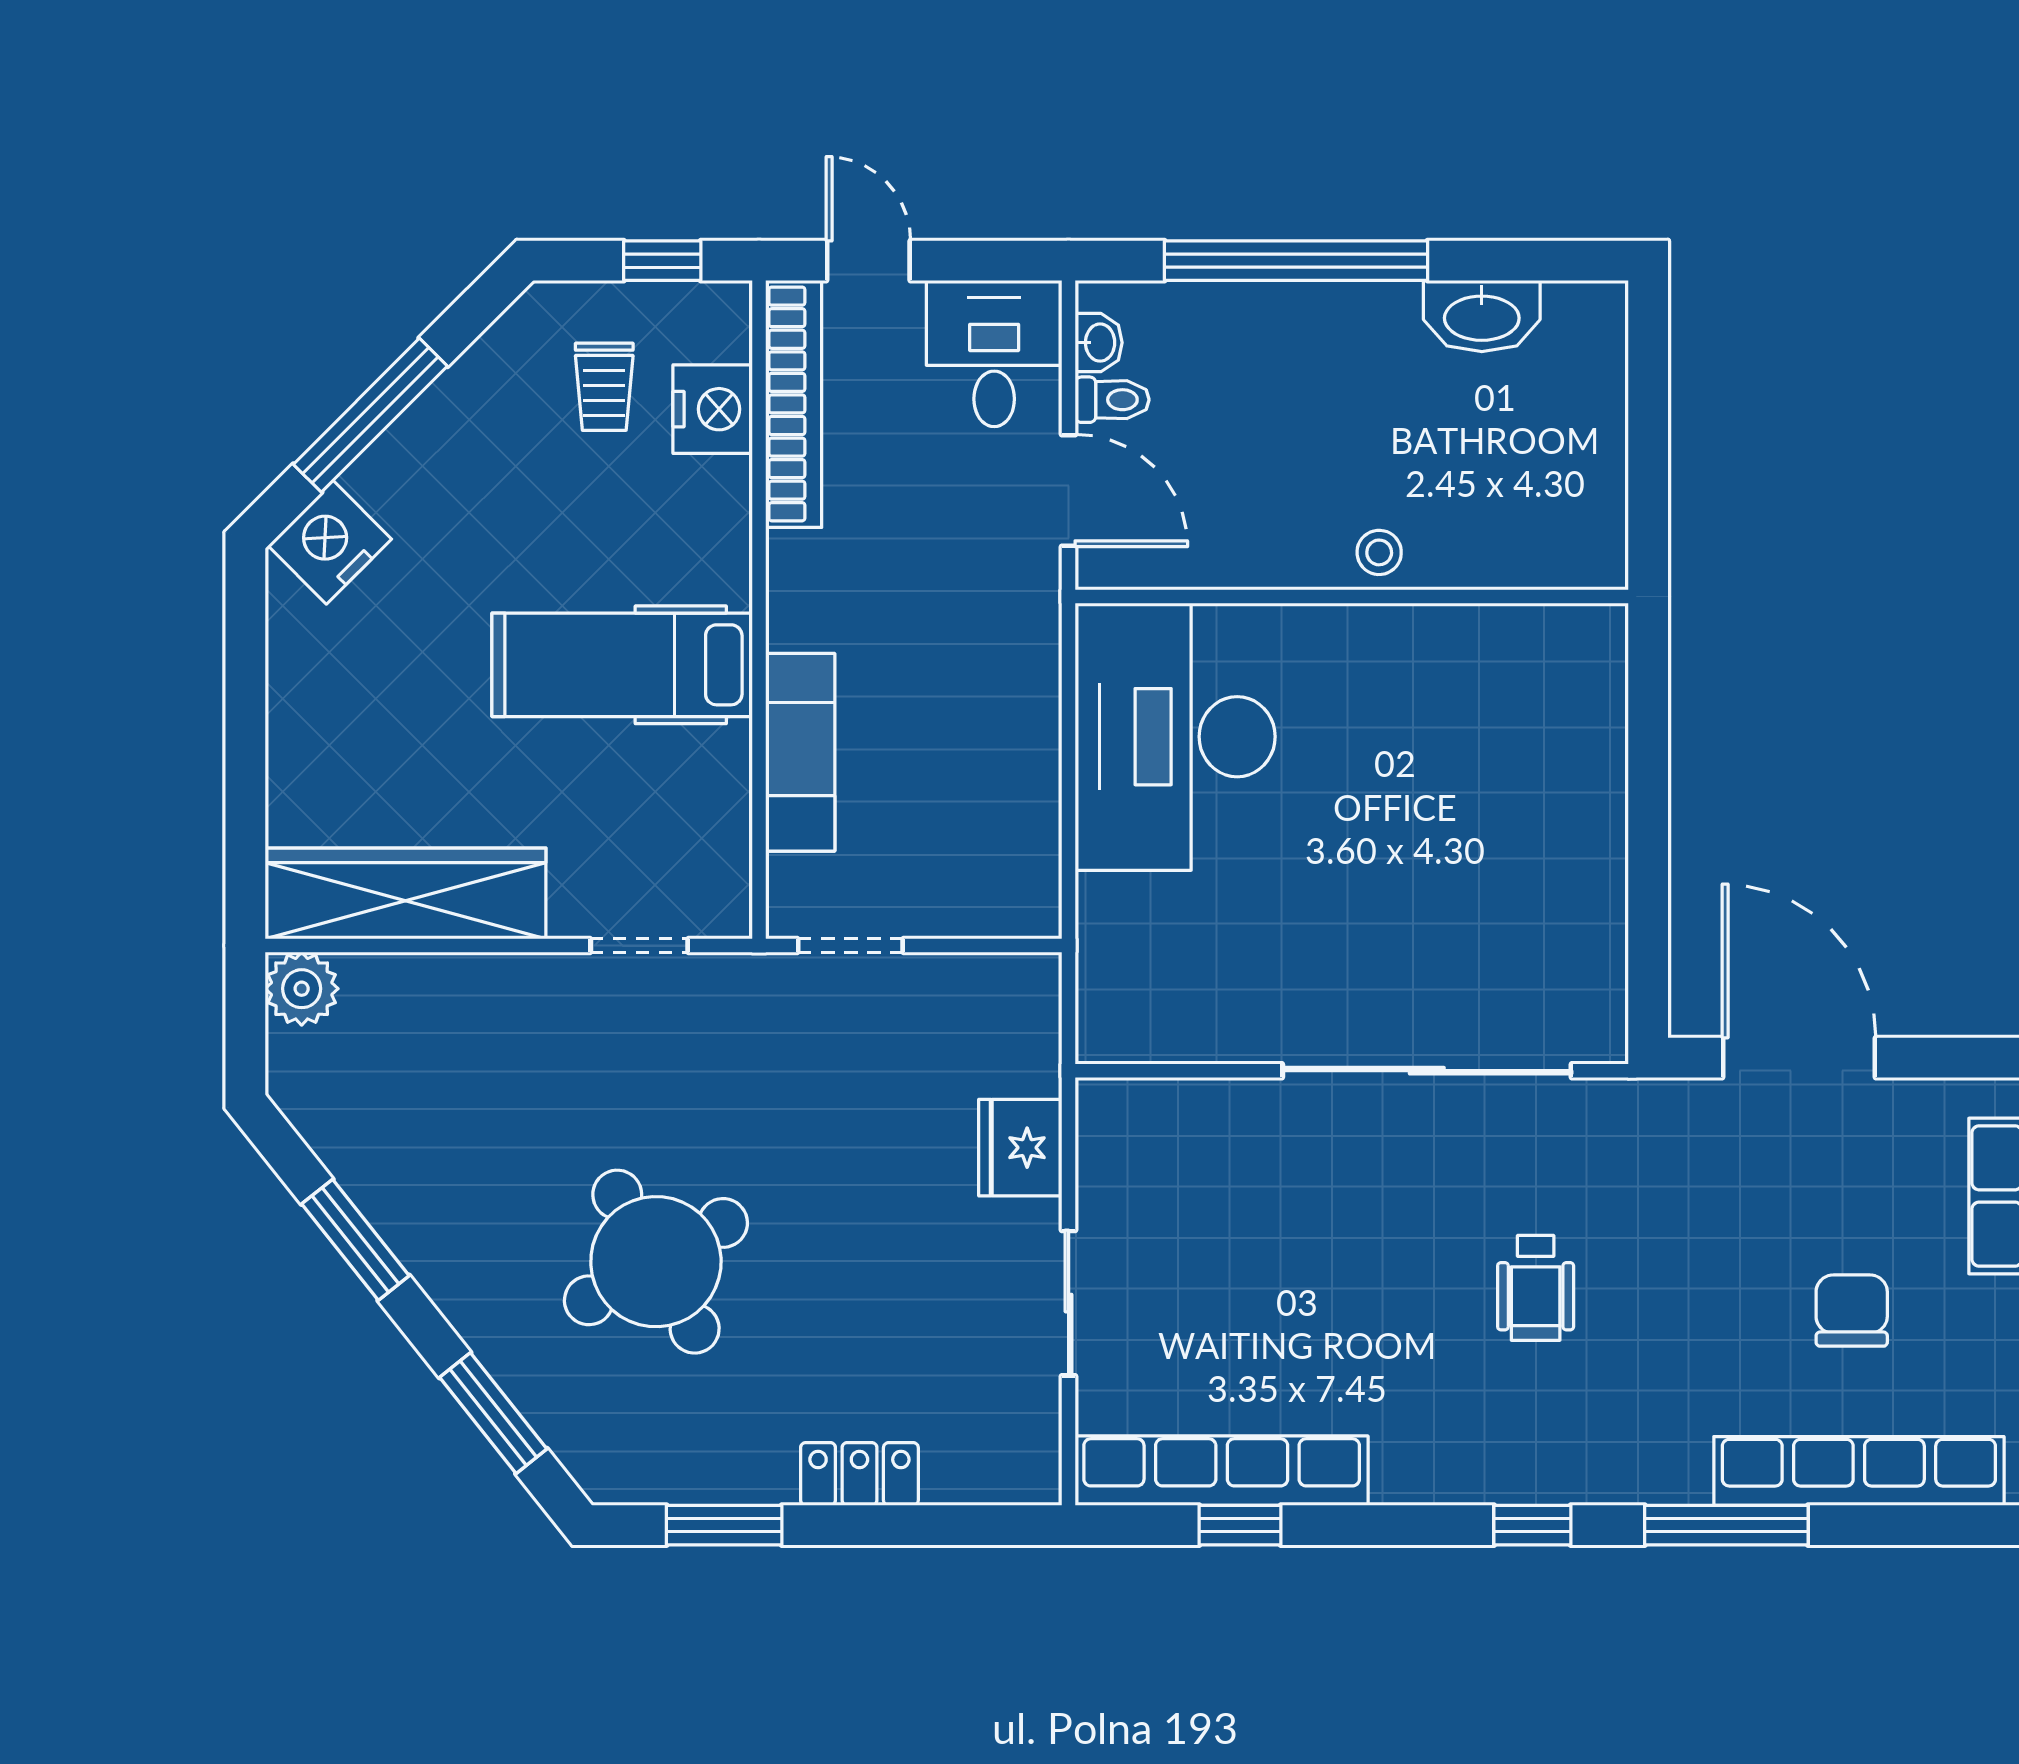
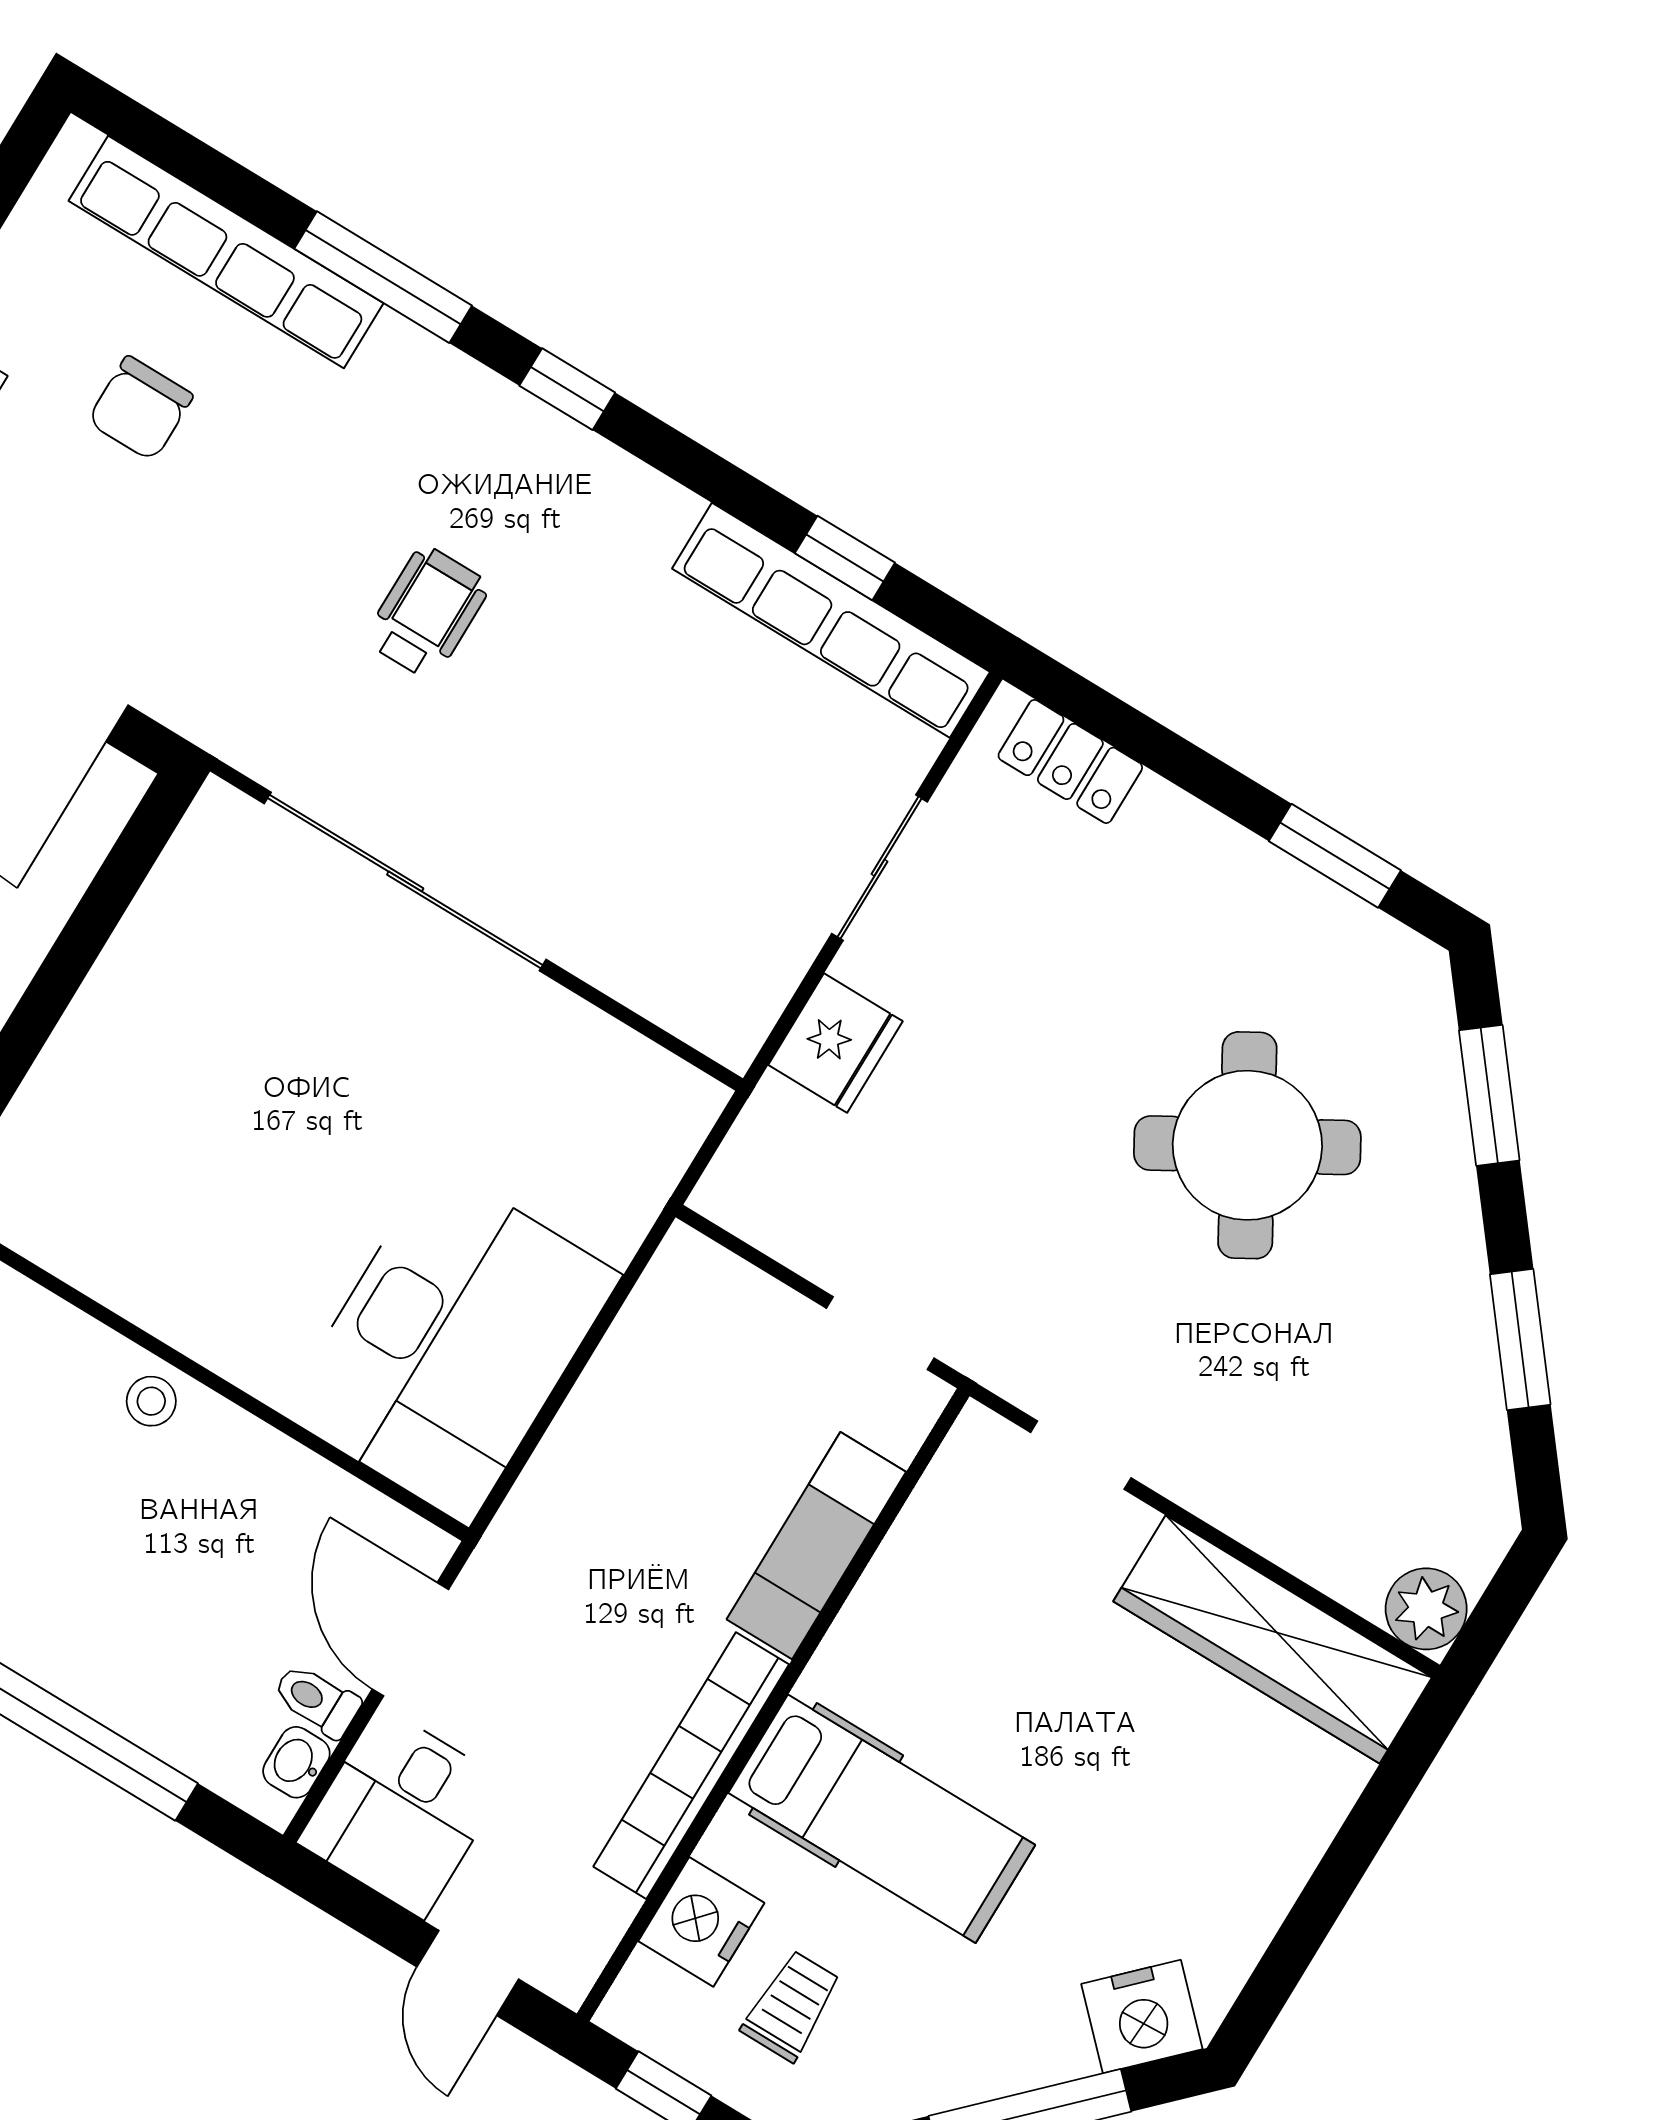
bookcase: (794, 404) -> (691, 1766), moved
hospital bed: (622, 665) -> (882, 1819), moved
locker: (859, 1474) -> (1070, 761), moved

